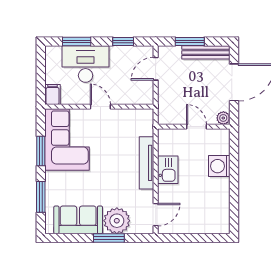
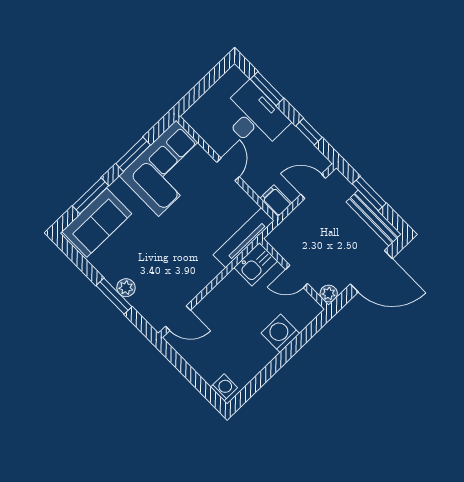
filing cabinet: (53, 95) -> (276, 201), moved, turned -90
door: (197, 127) -> (297, 276), swing flipped
tv unit: (147, 163) -> (244, 238), moved
kitchen sink: (168, 170) -> (256, 264), moved
sofa: (78, 220) -> (97, 223), moved, turned 90
plant: (117, 221) -> (126, 288), width x0.53, depth x0.53
washing machine: (219, 226) -> (224, 387), added

